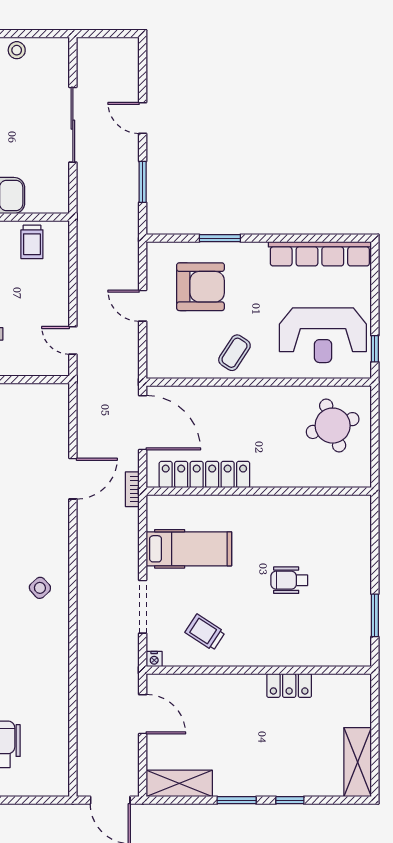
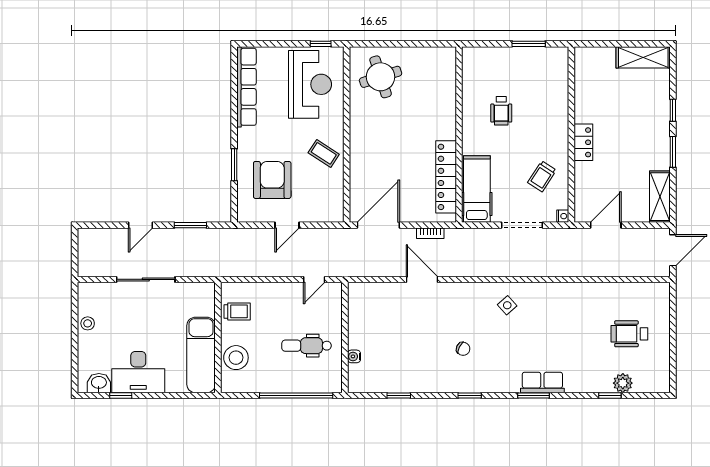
locker: (204, 475) -> (446, 177), moved
wall: (259, 491) -> (459, 134), moved
locker: (289, 685) -> (583, 142), moved

